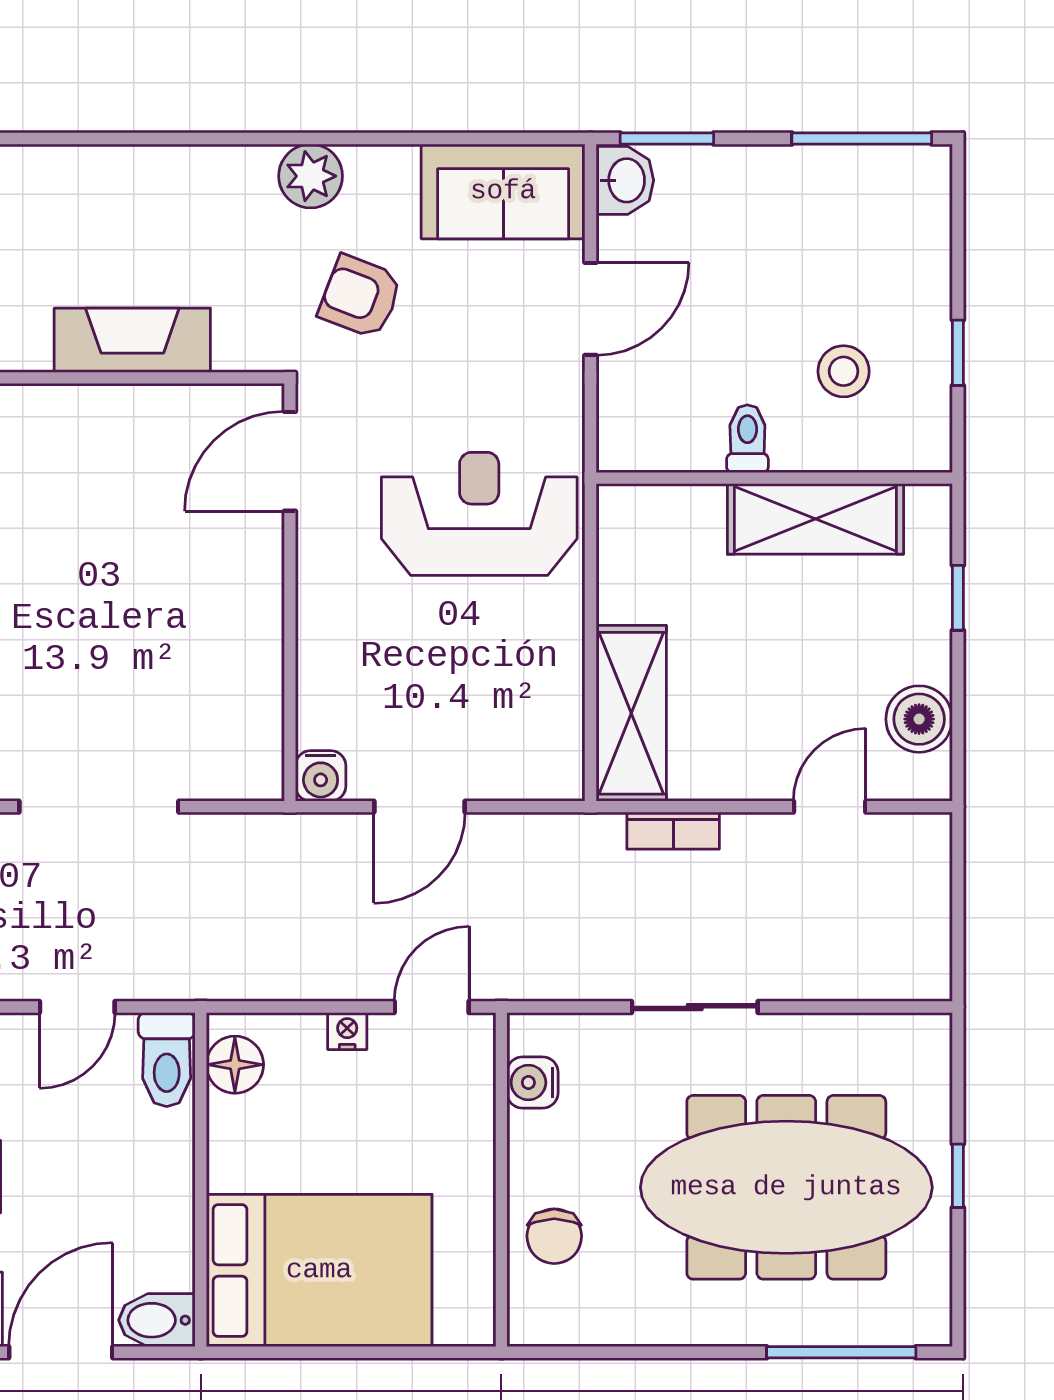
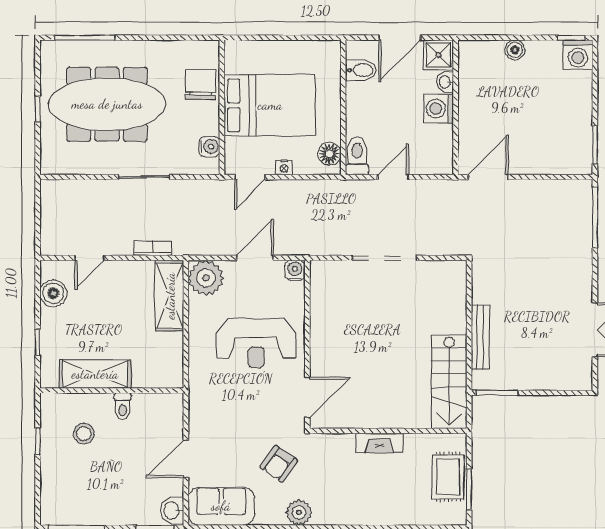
armchair: (360, 297) -> (279, 464), turned 104
fireplace: (132, 340) -> (379, 443), width x0.73, depth x0.76
reception desk: (479, 514) -> (256, 343), moved
plant: (541, 757) -> (206, 278), added
chair: (554, 1236) -> (201, 85), width x1.37, depth x1.37
bed: (319, 1270) -> (270, 105), moved, turned 180
bidet: (157, 1320) -> (361, 70), moved

